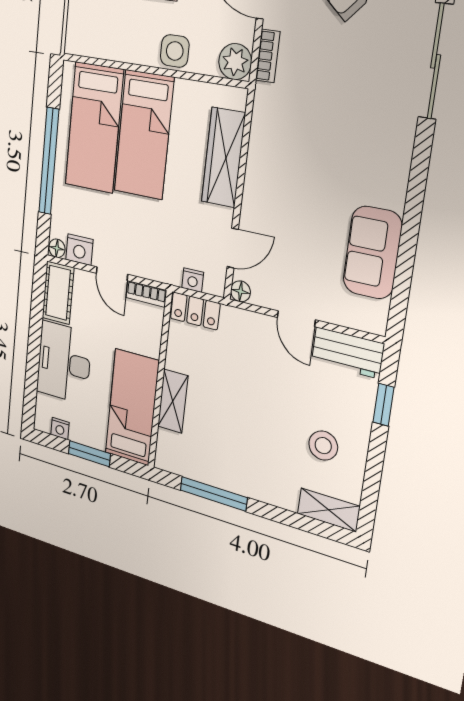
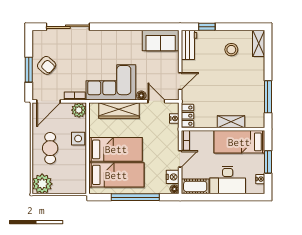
corner sofa: (287, 149) -> (111, 82), added
sofa: (372, 253) -> (161, 40), moved
floor lamp: (240, 291) -> (141, 95), moved
door: (296, 319) -> (180, 81), moved

